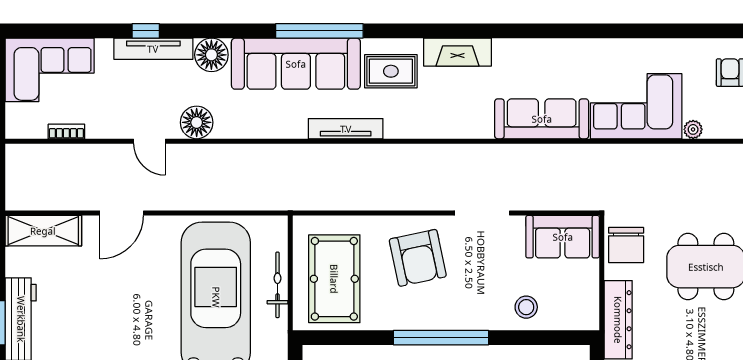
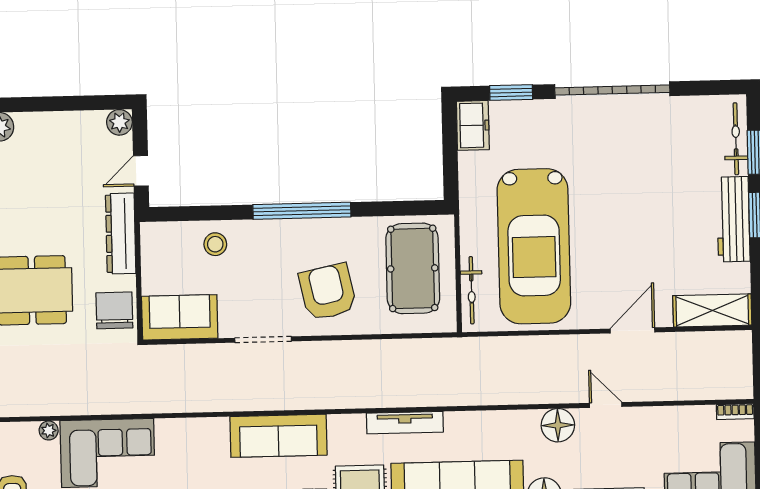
sofa: (542, 119) -> (278, 436), moved
bookcase: (66, 131) -> (735, 412), moved
bicycle: (278, 285) -> (472, 290), moved

